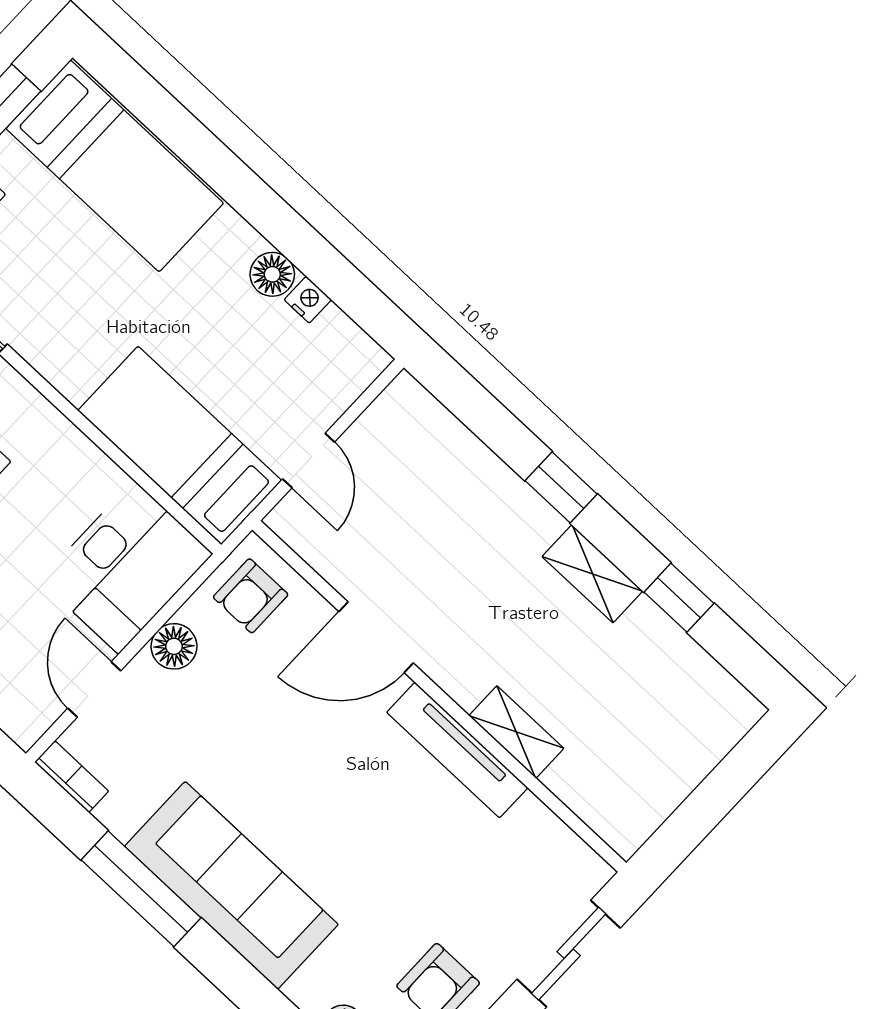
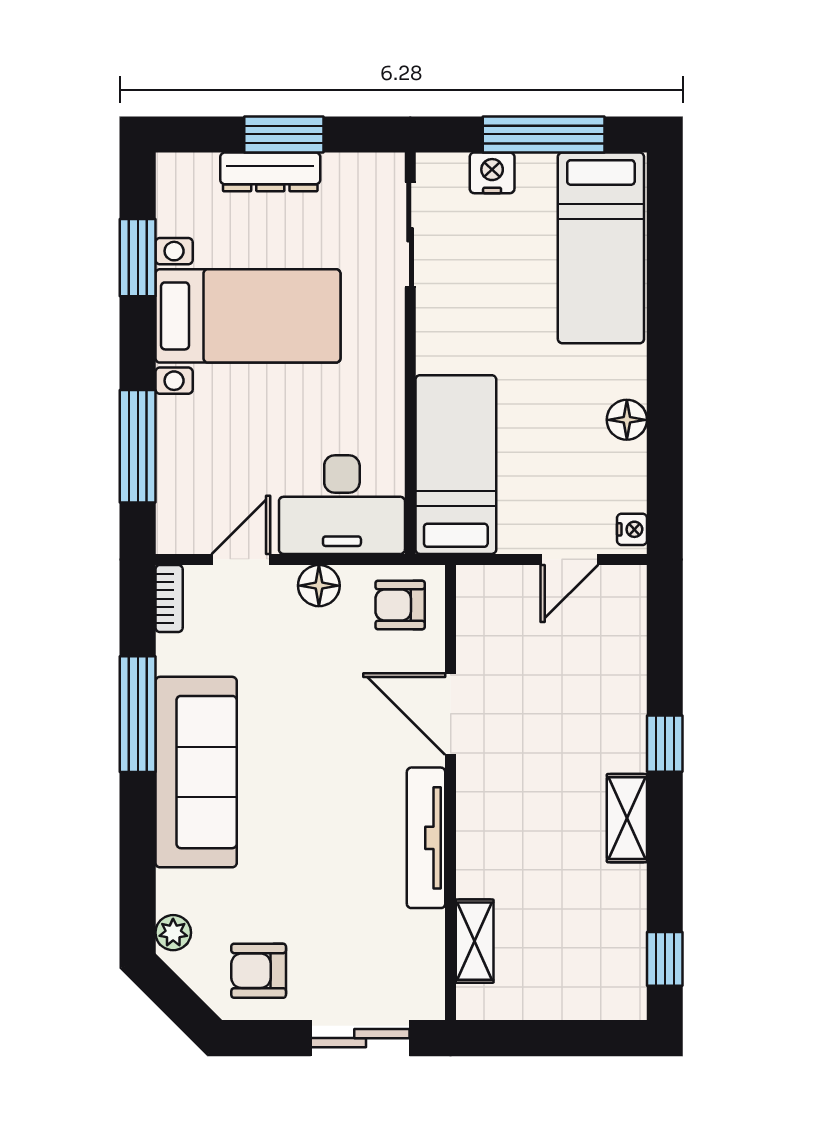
nightstand: (308, 300) -> (632, 529), moved
door: (309, 461) -> (569, 559), moved
window: (679, 598) -> (665, 959), moved
shelving: (516, 732) -> (475, 941), moved

